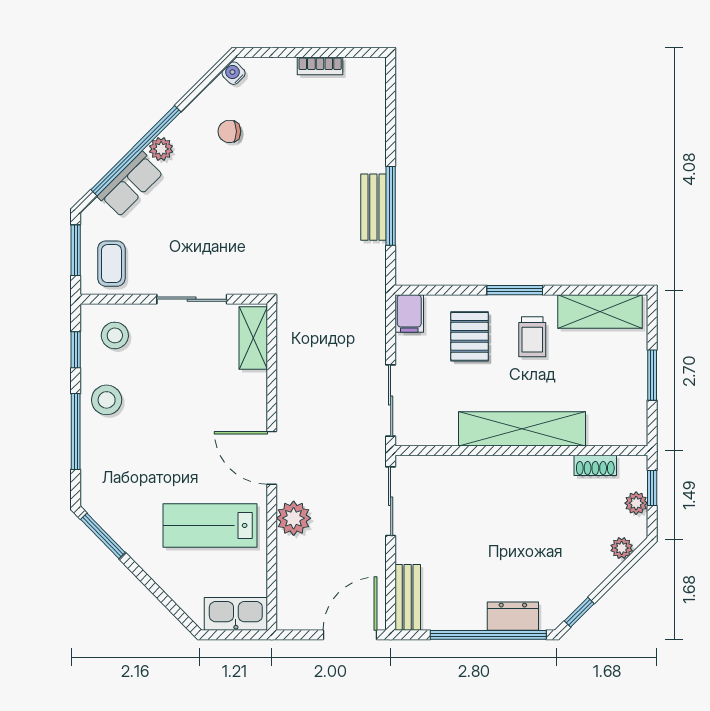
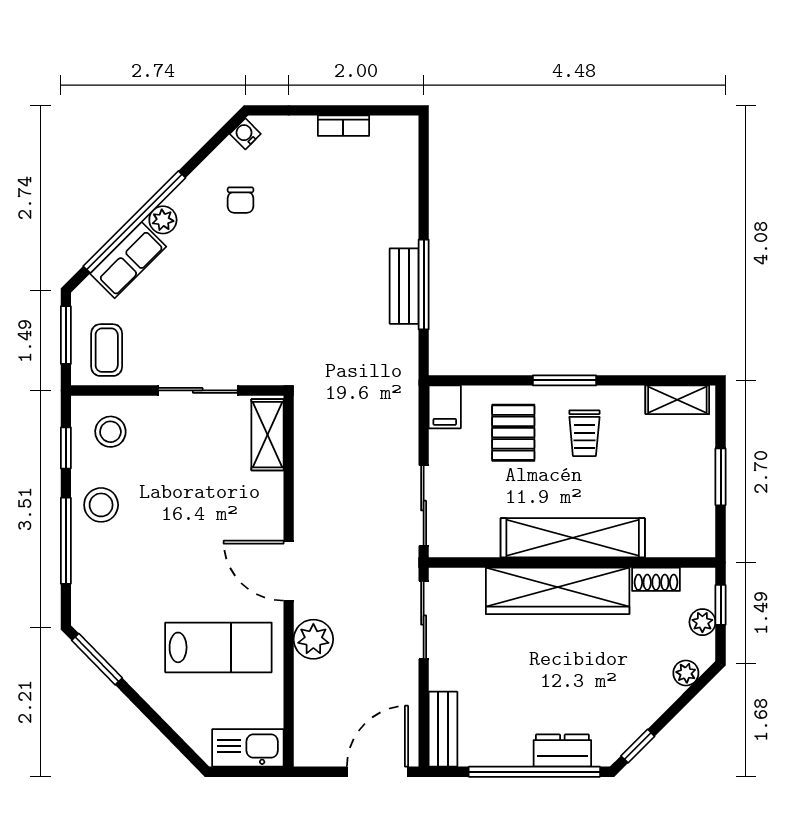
chair: (229, 131) -> (241, 200), turned -90
shelving: (600, 311) -> (677, 400), width x0.67, depth x0.75
wardrobe: (509, 476) -> (558, 591), added
lab bench: (210, 525) -> (218, 647), turned 180

